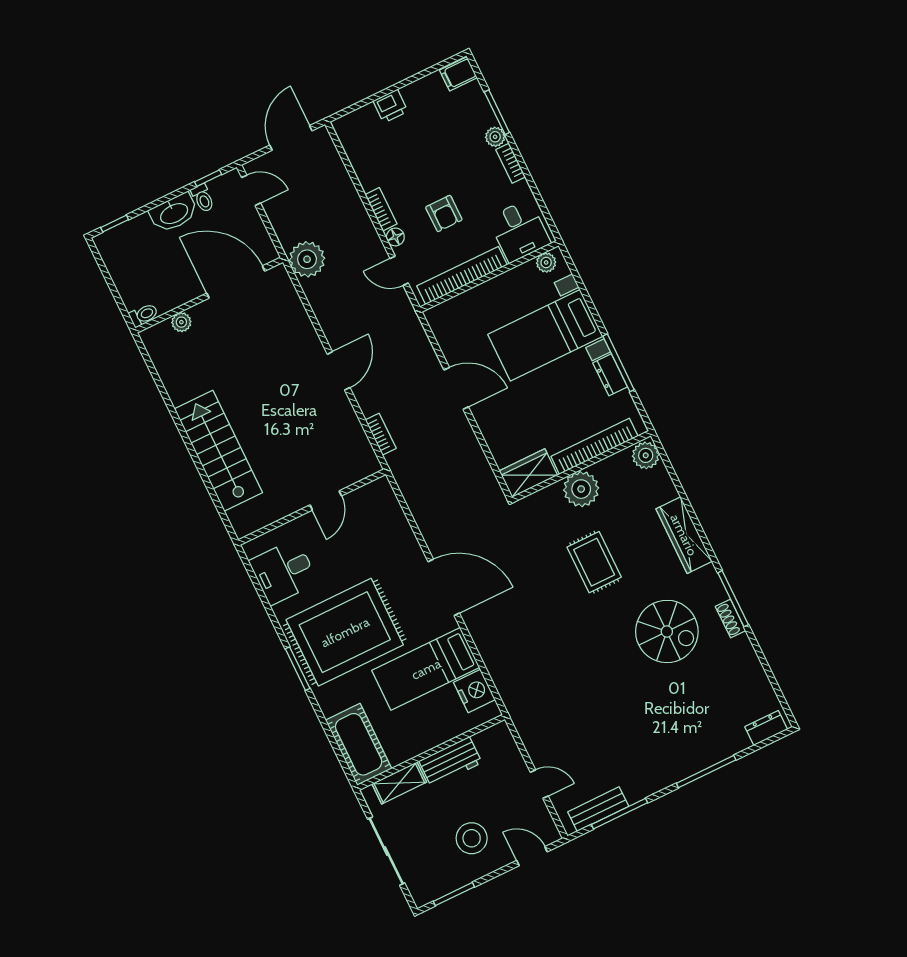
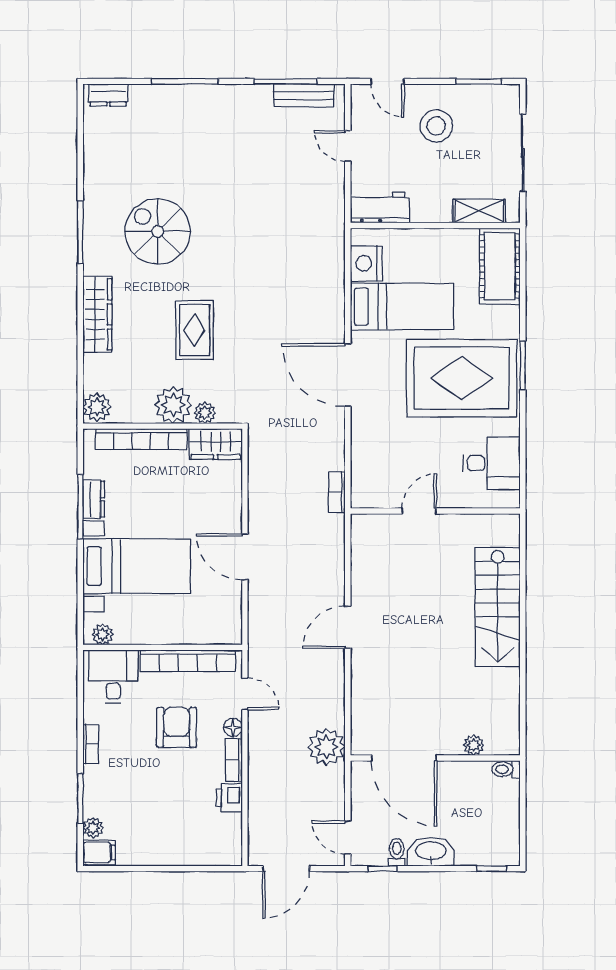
printer: (390, 106) -> (229, 798), moved, turned -90
plant: (495, 137) -> (93, 828), moved
armchair: (444, 213) -> (177, 727), width x1.38, depth x1.38
bookcase: (381, 434) -> (337, 492), moved
plant: (551, 495) -> (205, 413), added
shoe rack: (731, 619) -> (92, 214), removed
workbench: (450, 762) -> (380, 208), moved

